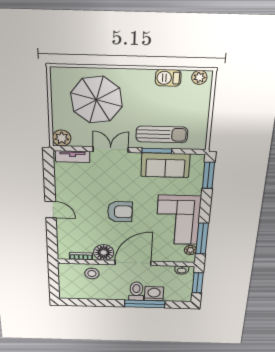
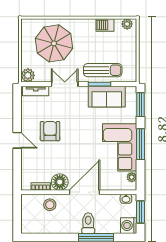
armchair: (120, 212) -> (50, 131), moved, turned -90
window: (202, 239) -> (140, 144), moved
washing machine: (154, 294) -> (129, 226), moved, turned -90

